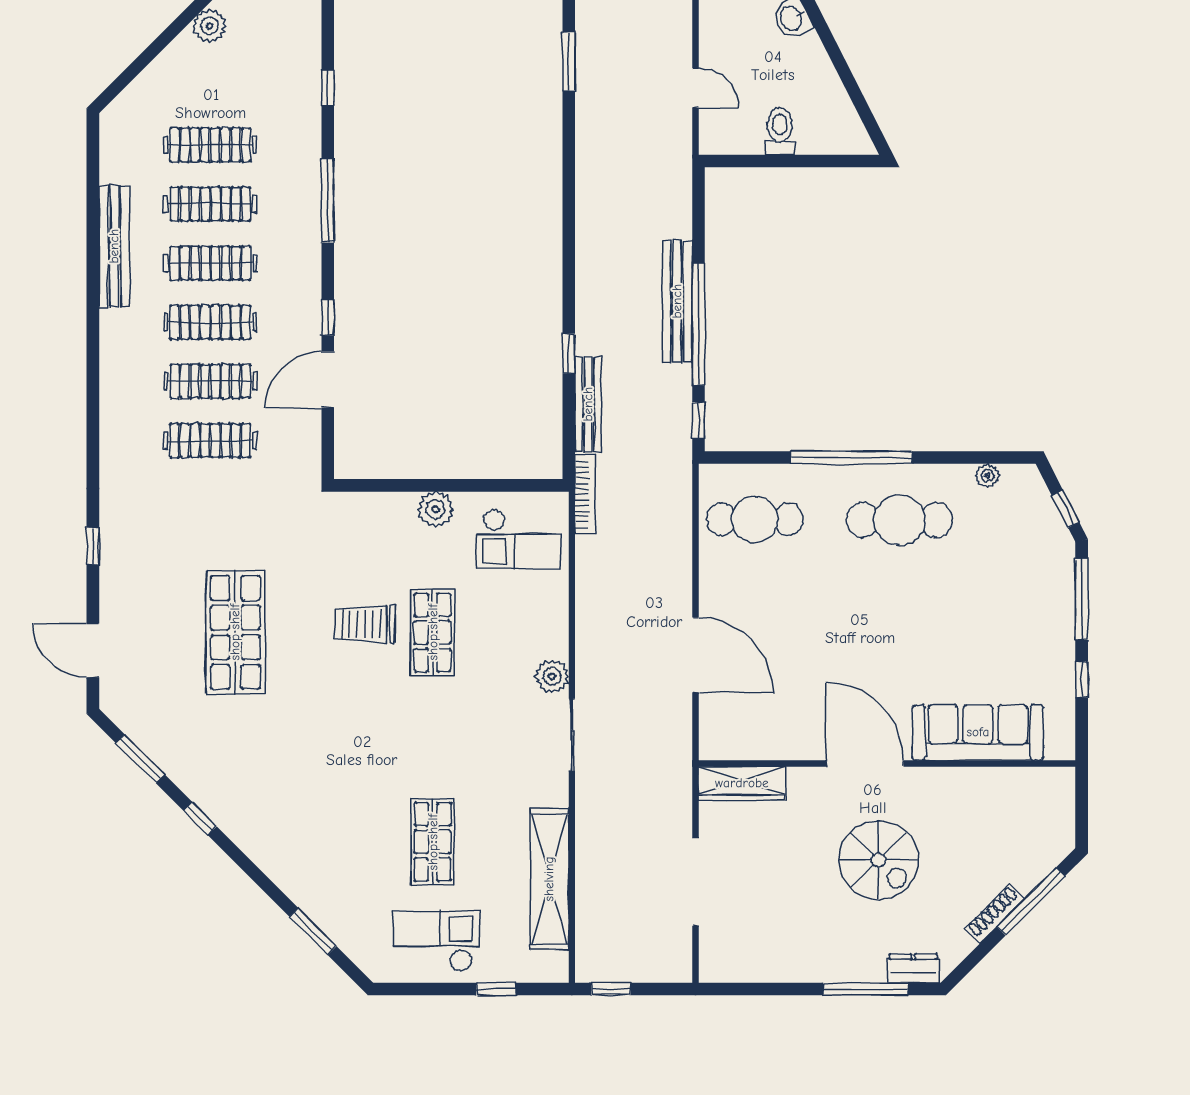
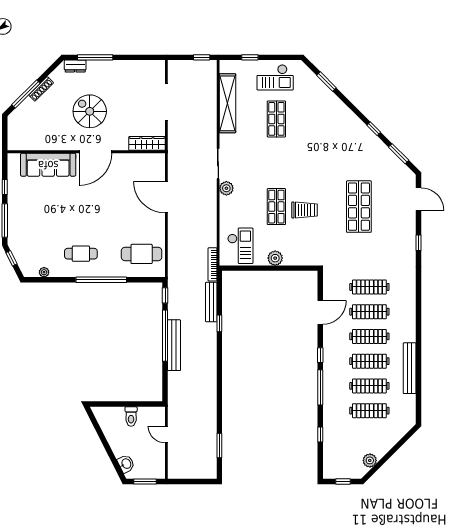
window: (328, 317) -> (320, 355), moved
cafe table: (900, 520) -> (81, 254), width x0.73, depth x0.74
checkout: (519, 539) -> (240, 246), turned 90
door: (865, 763) -> (95, 152), hinge flipped

